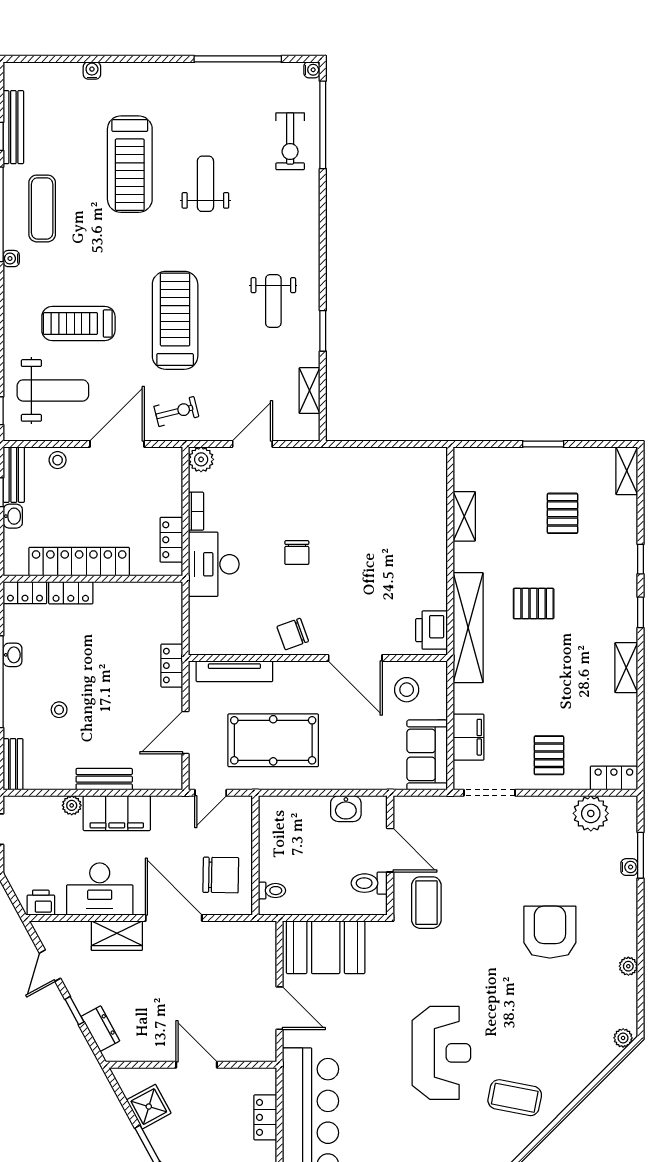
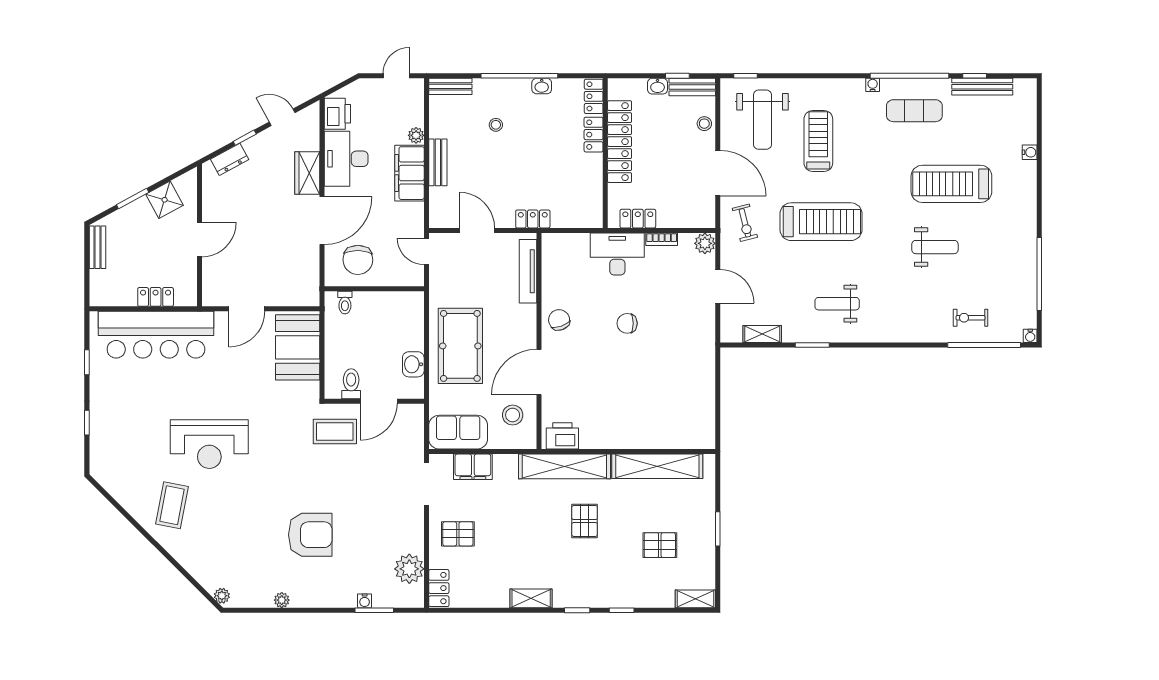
exercise bike: (290, 141) -> (970, 318), width x0.73, depth x0.72
shelving: (464, 516) -> (657, 466), width x2.20, depth x1.33
pool table: (273, 740) -> (460, 346), moved
printer: (41, 903) -> (337, 114), width x1.36, depth x1.24

